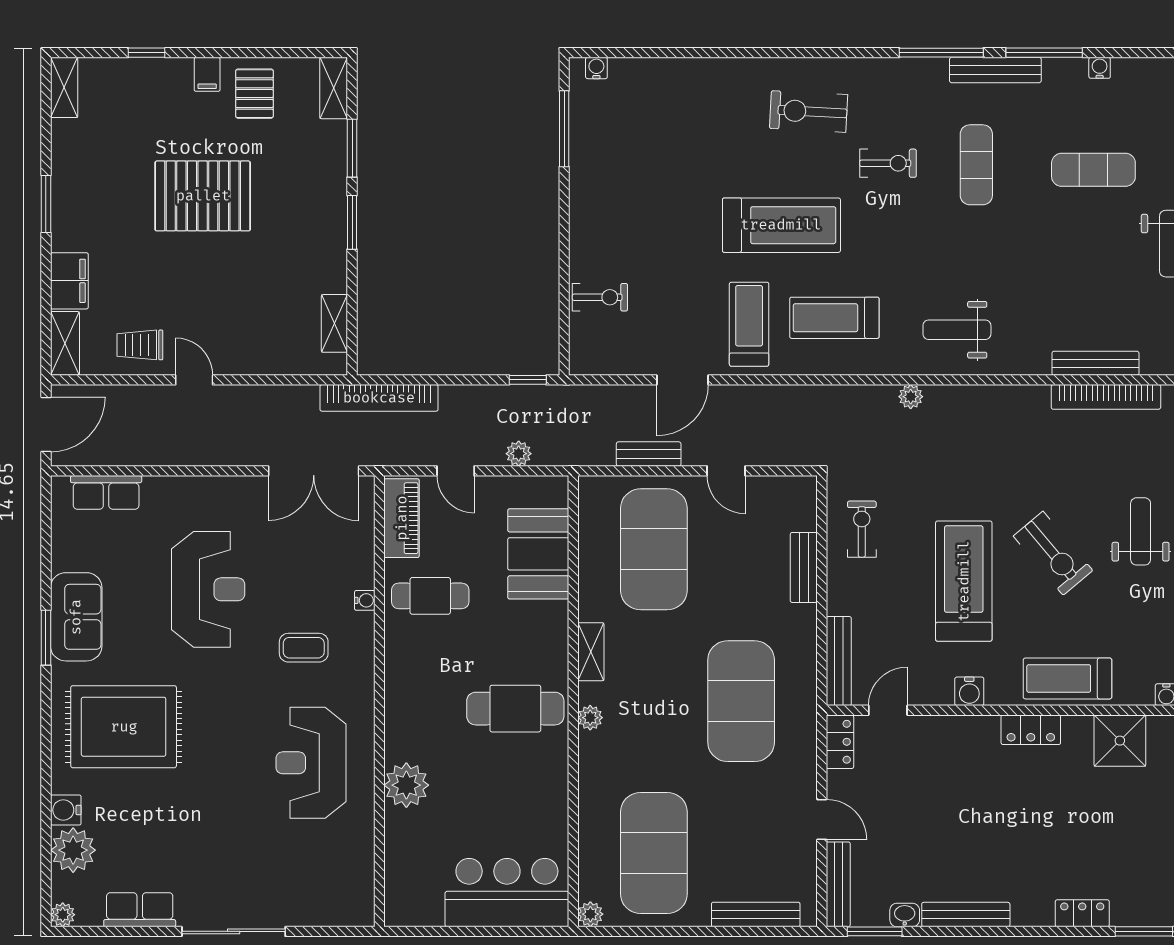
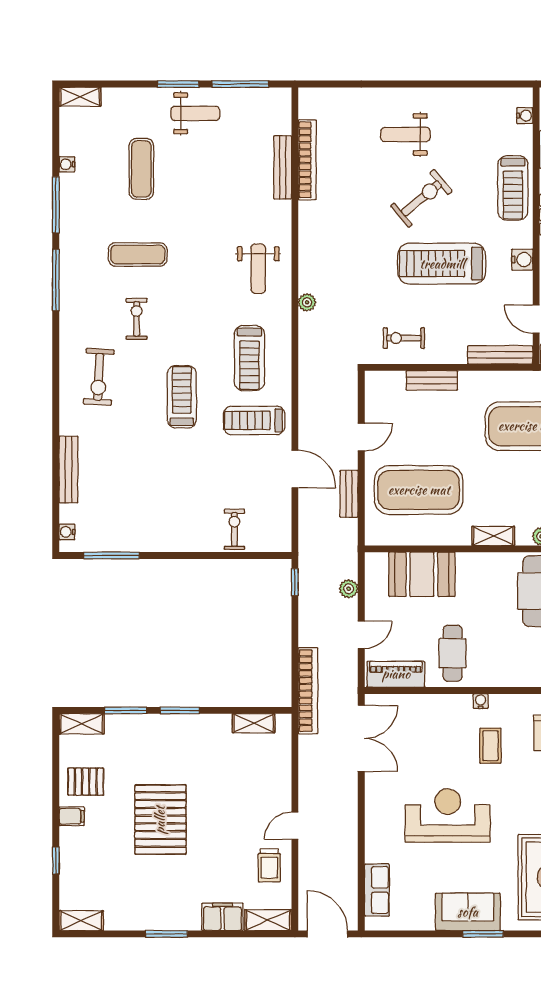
bench: (995, 70) -> (68, 470), moved
treadmill: (781, 225) -> (182, 397), width x0.73, depth x0.73
water cooler: (365, 600) -> (481, 701), moved

